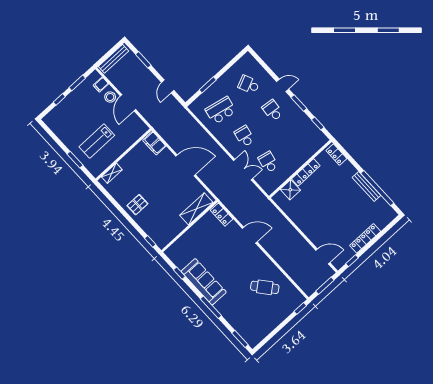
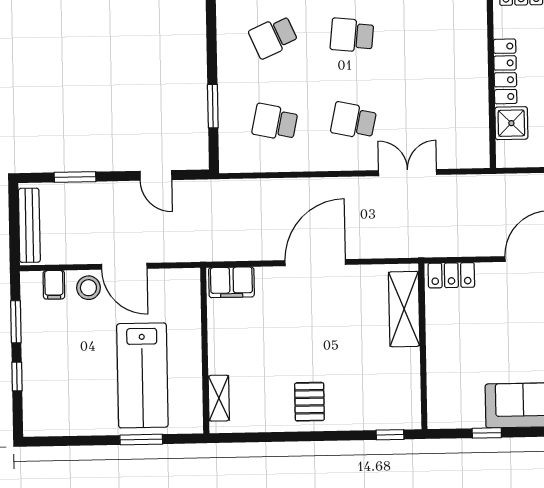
school desk: (221, 110) -> (275, 122), width x0.54
lab bench: (97, 141) -> (142, 375), width x1.36, depth x1.39
school desk: (268, 162) -> (432, 119), removed

